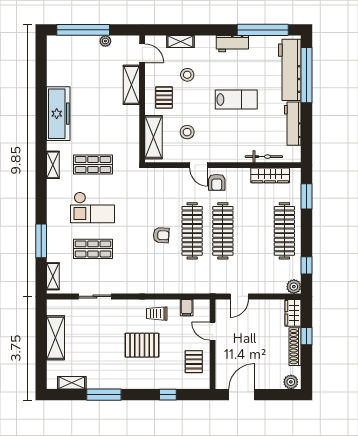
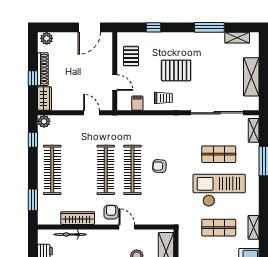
wardrobe: (270, 175) -> (78, 218), moved
checkout: (93, 207) -> (219, 190), width x1.36, depth x1.21
sliding door: (95, 296) -> (217, 113), width x1.86
door: (239, 296) -> (92, 113), hinge flipped

